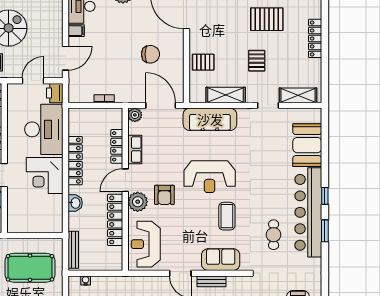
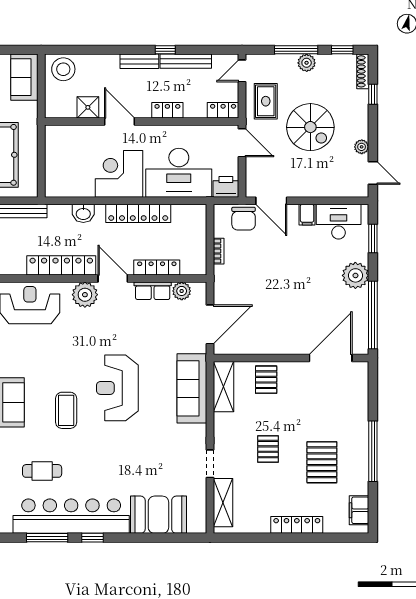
chair: (150, 54) -> (244, 219), moved
pallet: (257, 61) -> (268, 449), turned 90
door: (33, 81) -> (242, 143), moved
shelving: (226, 95) -> (223, 387), moved
plant: (135, 115) -> (182, 291), moved
armchair: (164, 195) -> (94, 329), removed
coffee table: (227, 216) -> (66, 410), turned 90
window: (325, 231) -> (47, 538), width x1.44

